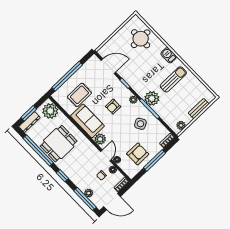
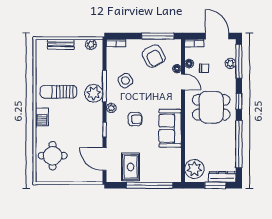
rug: (79, 95) -> (131, 167), moved, turned 90
plant: (100, 139) -> (174, 101), removed
dining table: (59, 144) -> (211, 107), moved
armchair: (138, 154) -> (154, 56), turned -118
door: (106, 155) -> (183, 82), swing flipped
window: (154, 160) -> (158, 36), moved

